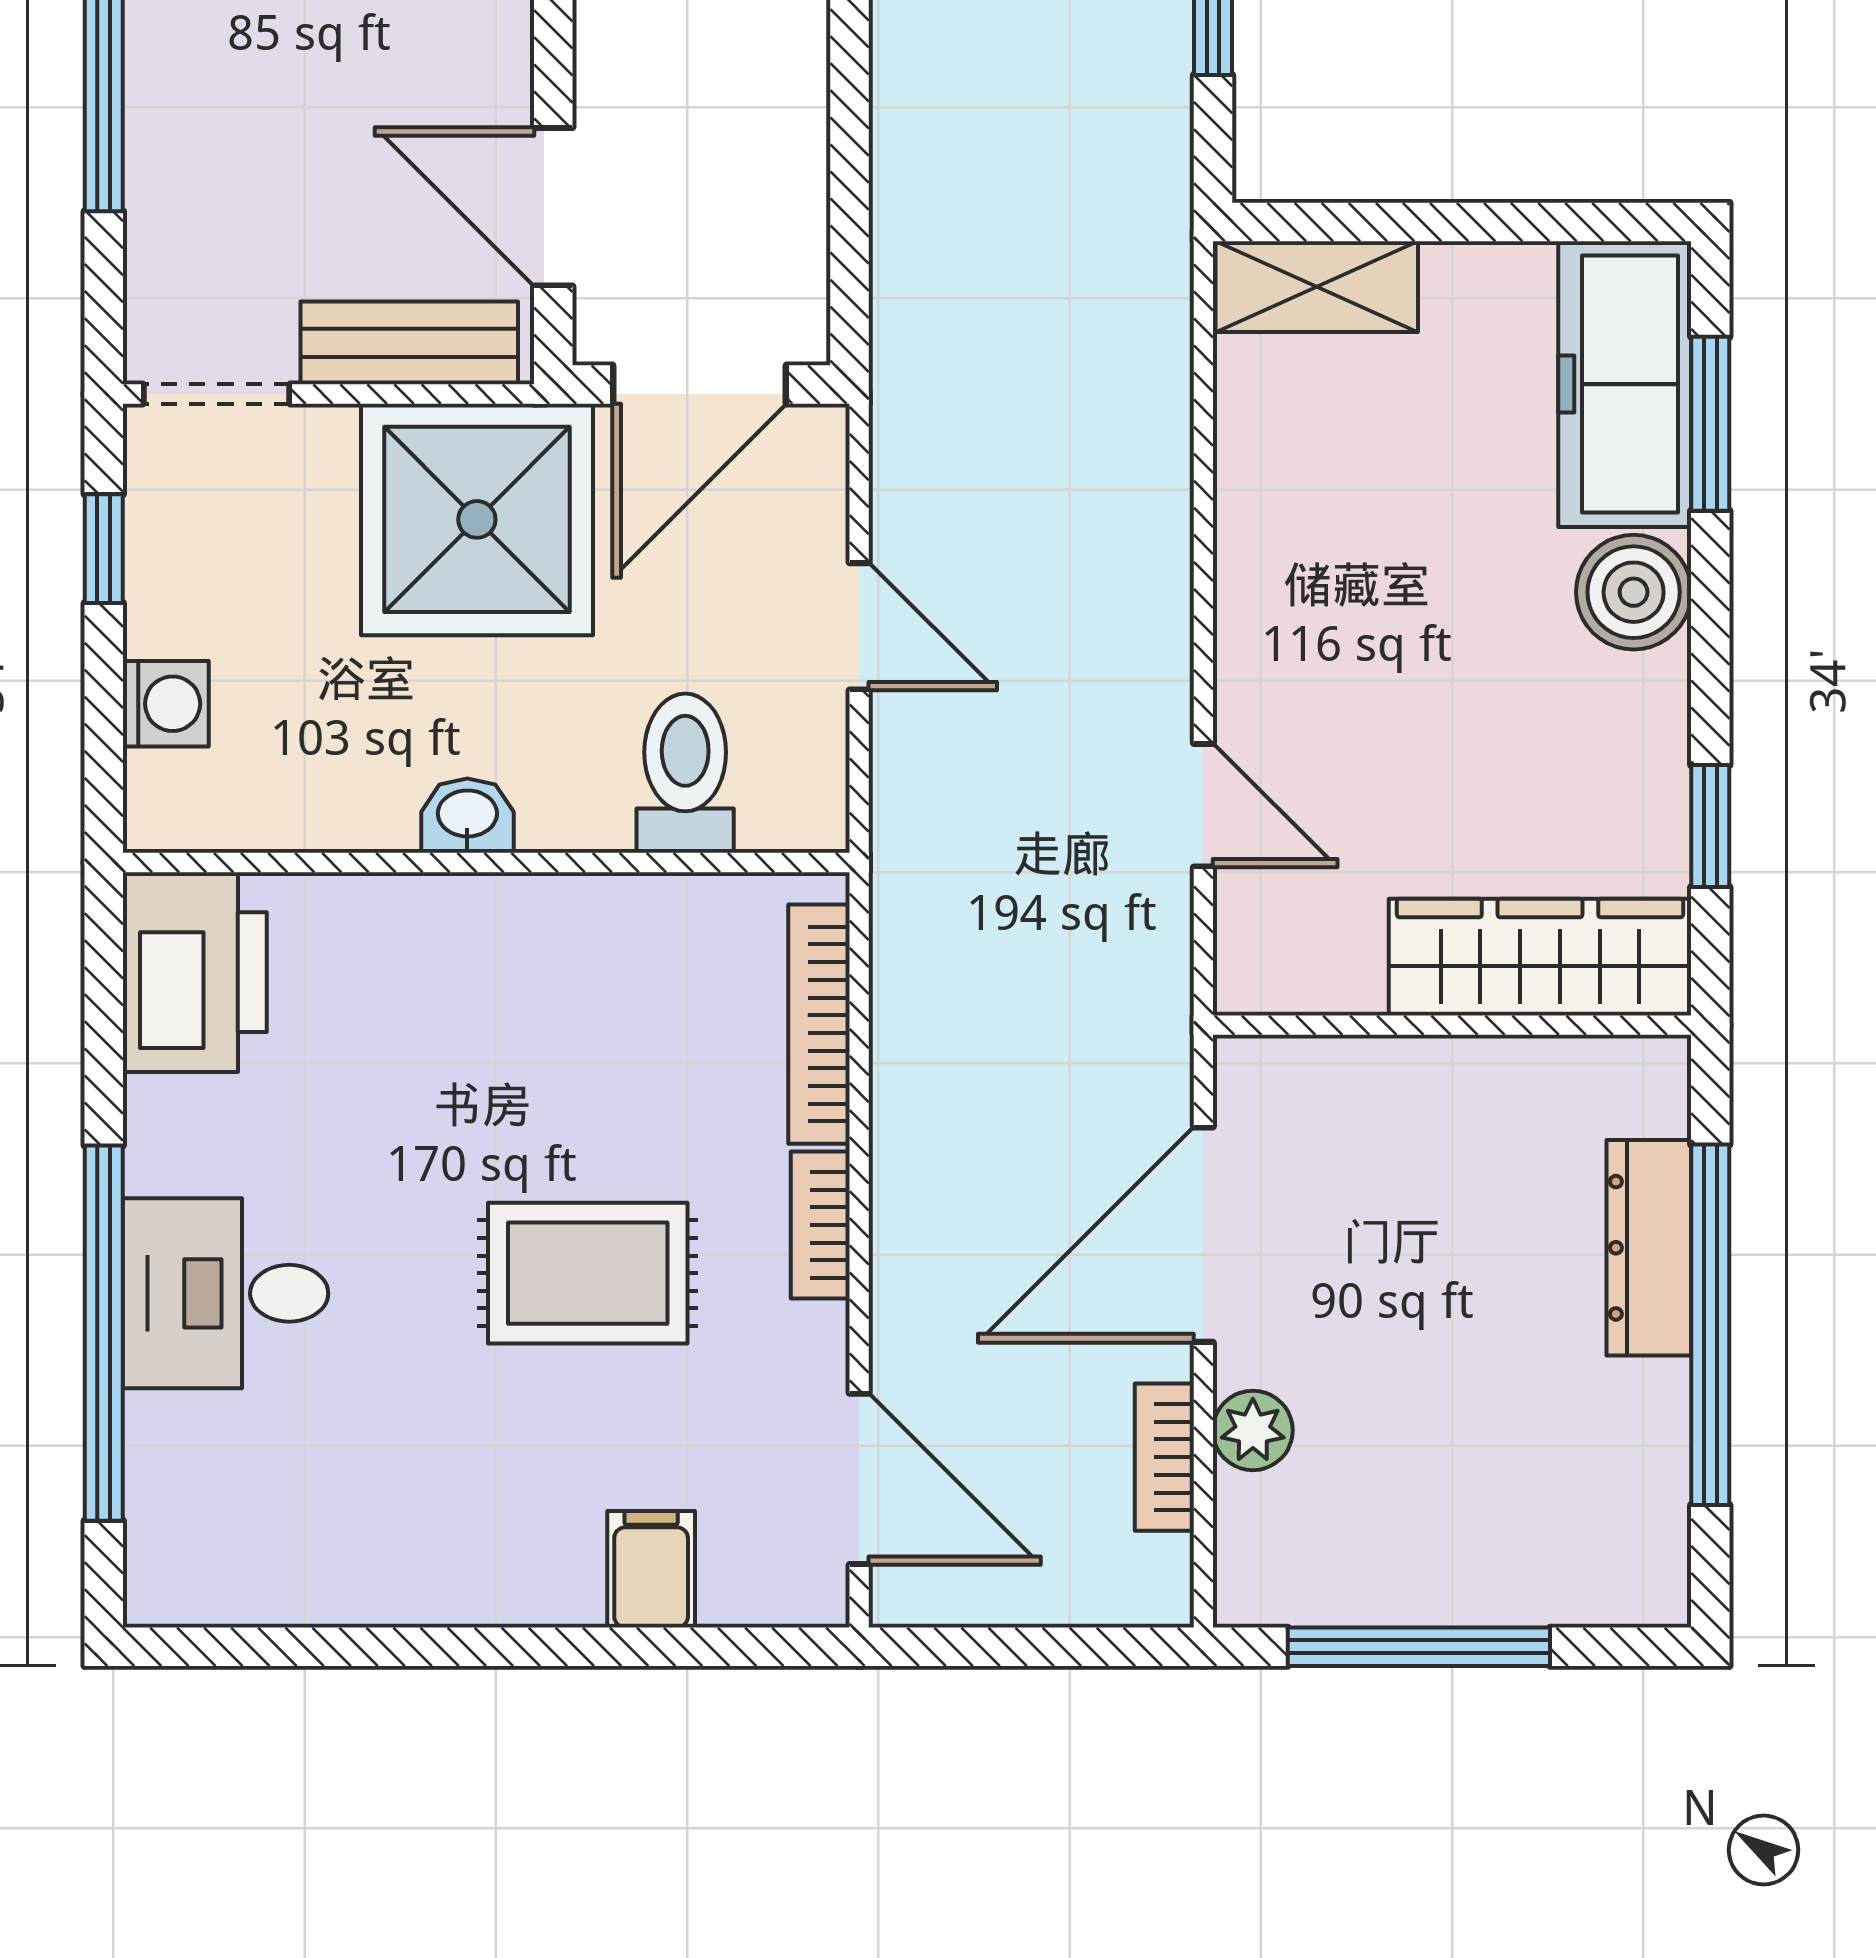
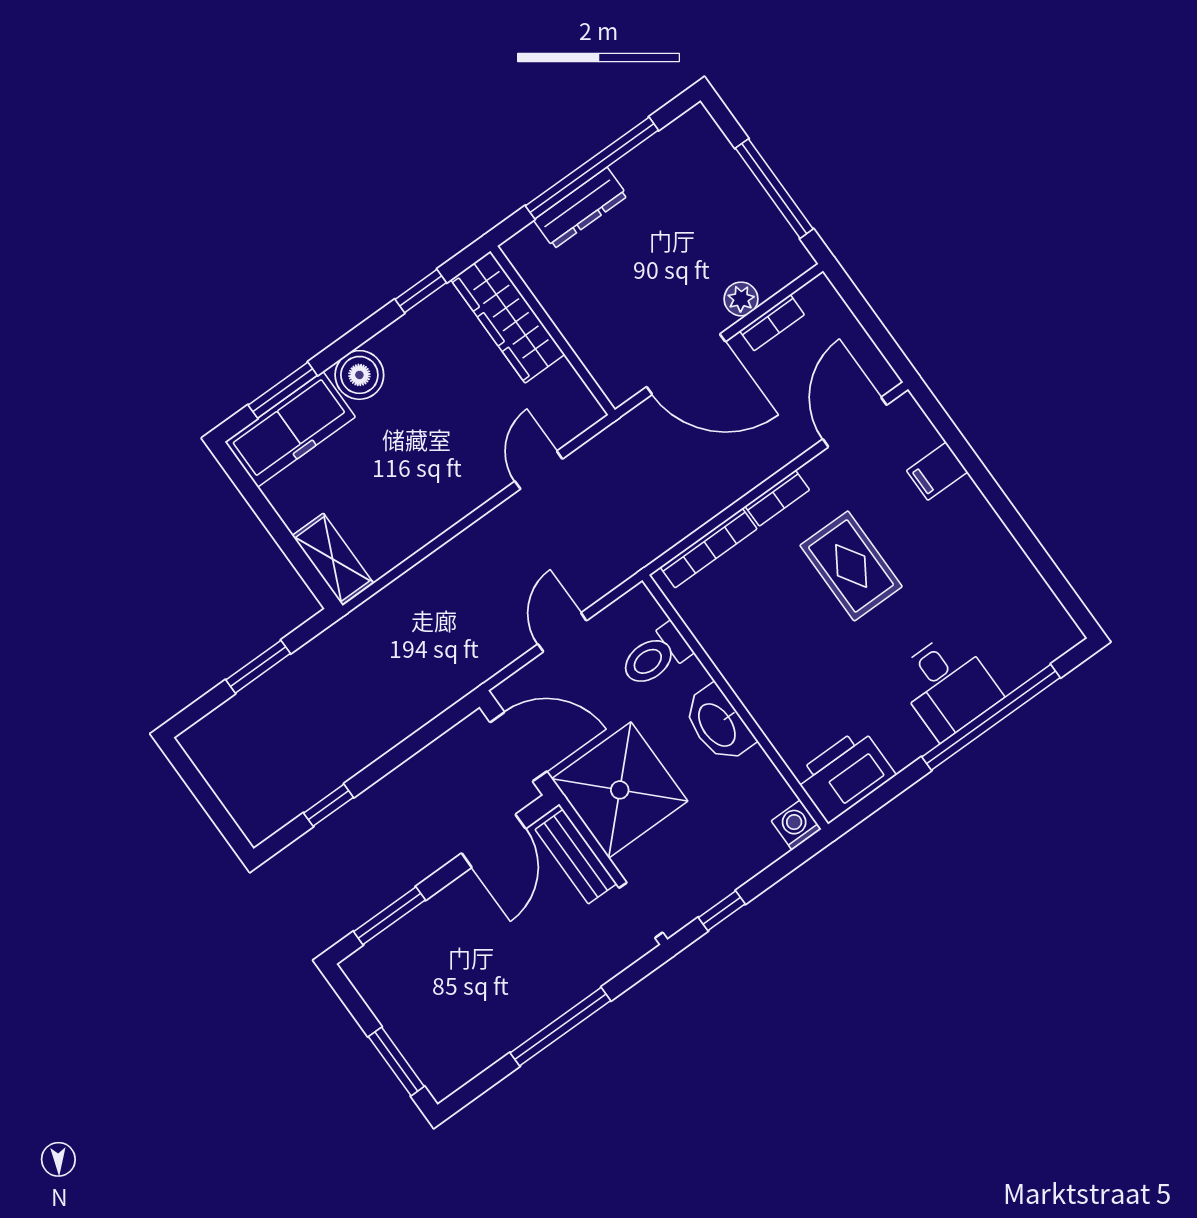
washing machine: (166, 704) -> (796, 825), moved
washbasin: (467, 816) -> (718, 724), width x1.91, depth x1.45

